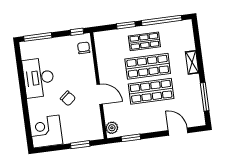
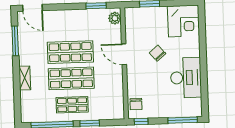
door: (178, 132) -> (33, 8), moved

